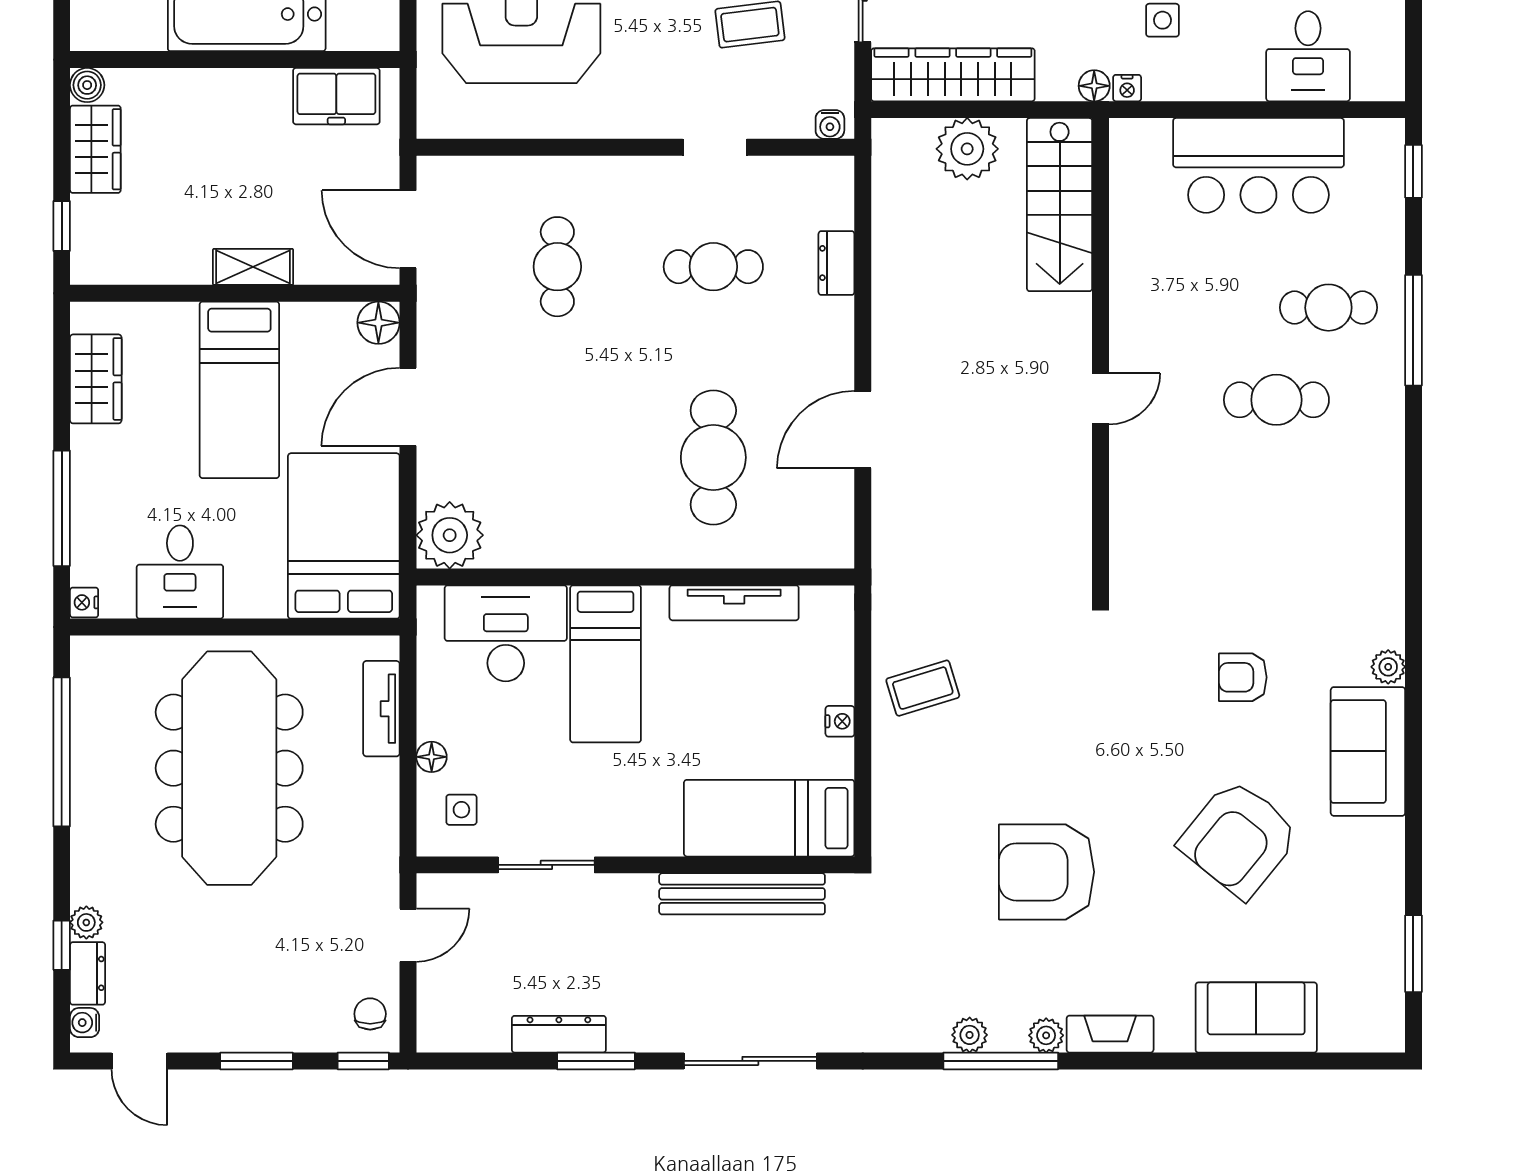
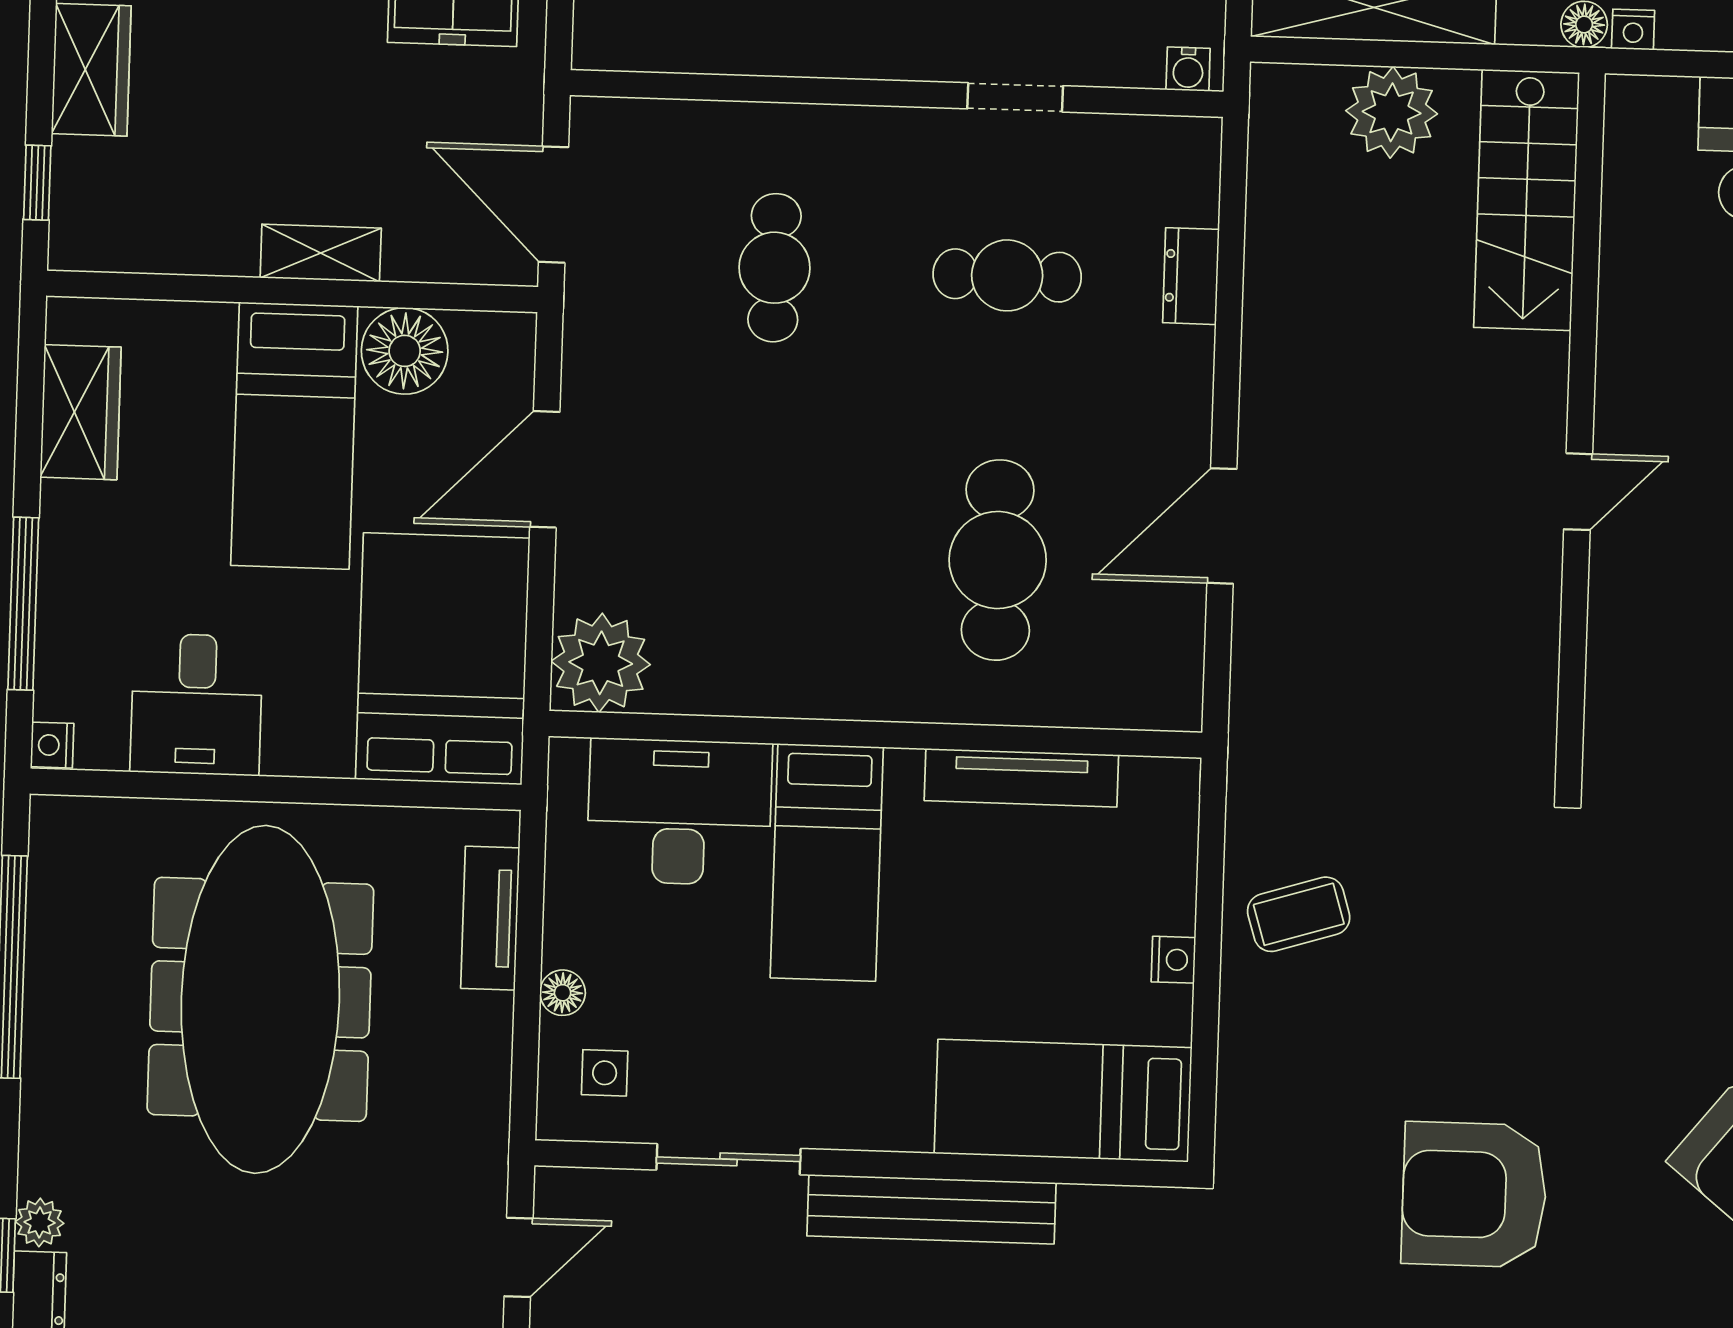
floor lamp: (378, 323) -> (405, 351), moved, width x1.38, depth x1.38
bench: (742, 894) -> (931, 1209), moved

